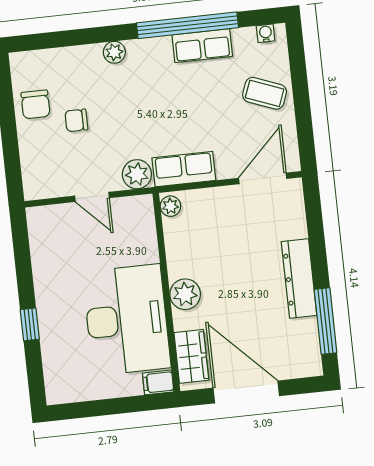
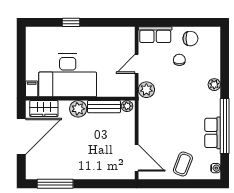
chair: (36, 104) -> (190, 39), turned 180
row of seats: (184, 169) -> (155, 35), moved, turned 90
bench: (176, 248) -> (104, 107), added
dresser: (299, 278) -> (80, 172), removed

